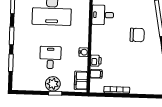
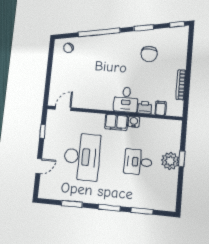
desk: (103, 15) -> (126, 100), moved
chair: (137, 35) -> (149, 54), moved, turned 180
filing cabinet: (81, 80) -> (116, 122), moved

